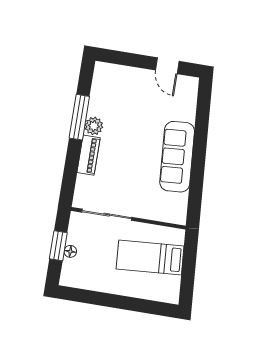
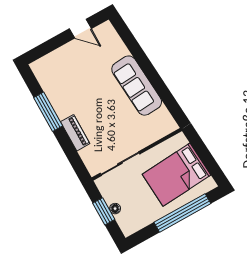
plant: (94, 126) -> (63, 110), removed
bed: (150, 257) -> (177, 175), width x1.50
window: (127, 303) -> (182, 213), added

